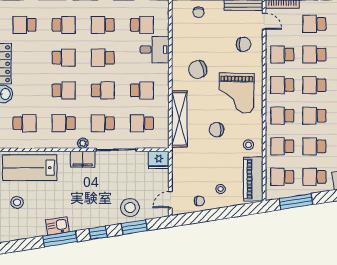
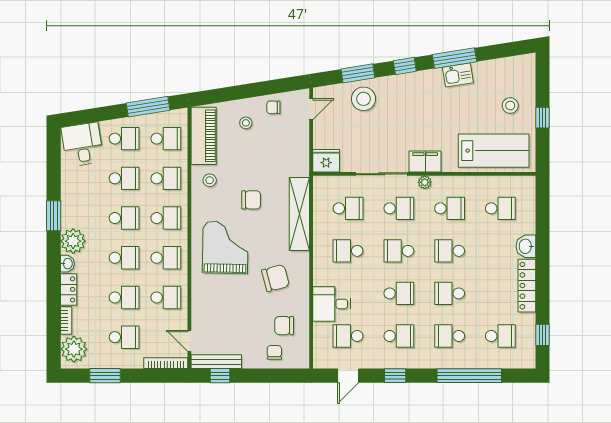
chair: (244, 44) -> (284, 326), moved
school desk: (25, 123) -> (500, 208), turned 180

